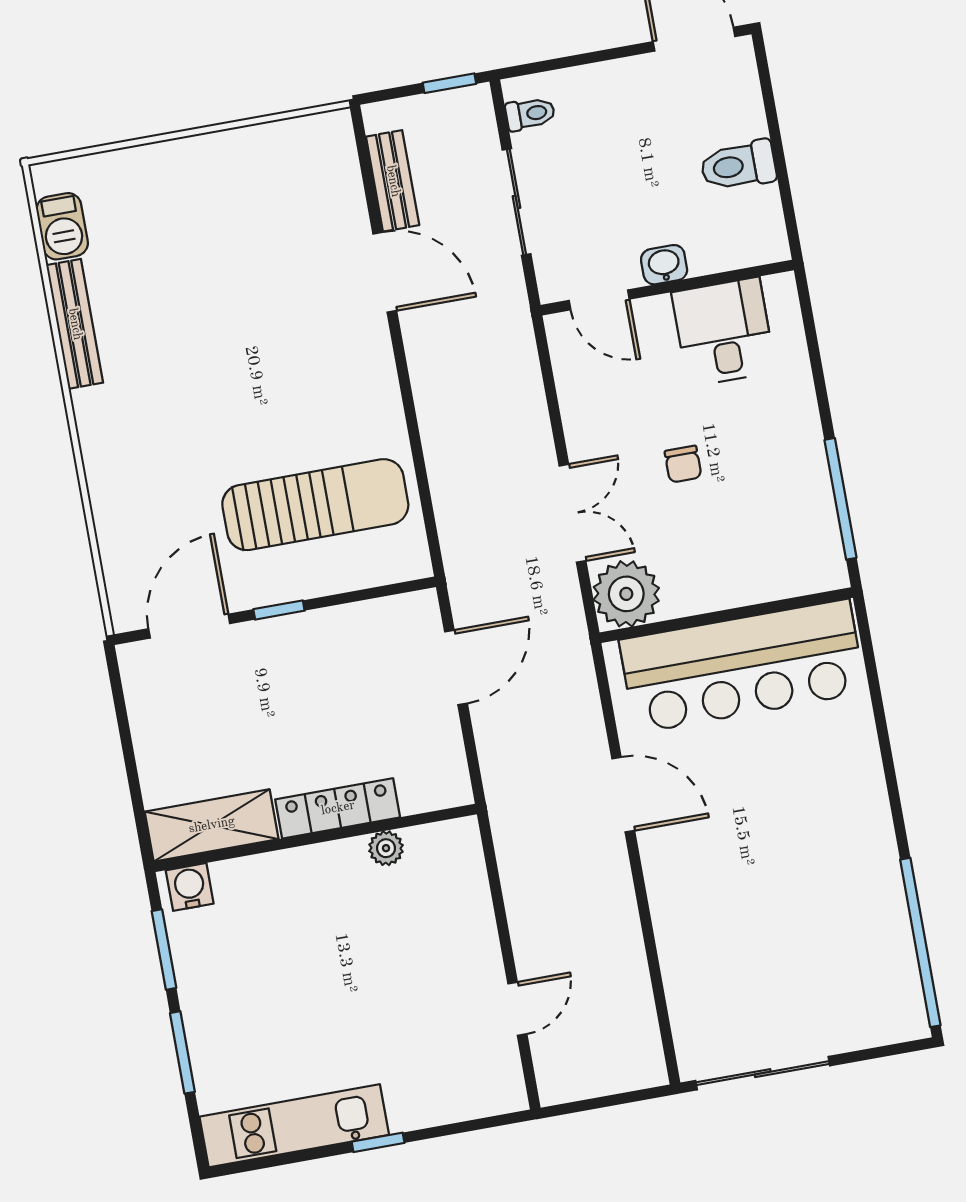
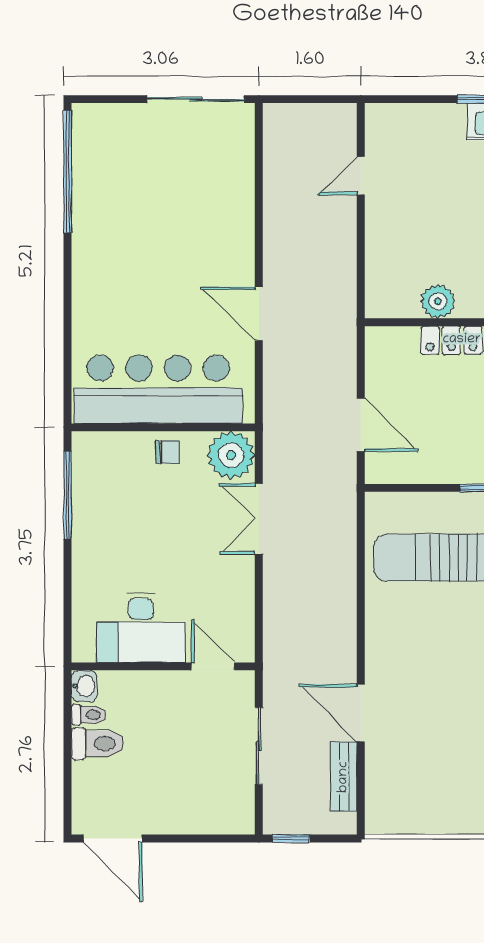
toilet: (530, 114) -> (88, 715), moved, turned 180
washbasin: (664, 265) -> (84, 686), moved, turned -90
desk: (724, 332) -> (141, 628), width x1.37
chair: (683, 464) -> (167, 452), moved, turned 90
door: (456, 667) -> (361, 425), swing flipped
plant: (386, 848) -> (438, 301), width x1.38, depth x1.38

